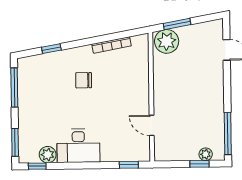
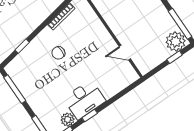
plant: (206, 154) -> (176, 42), width x1.87, depth x1.87
window: (129, 165) -> (90, 116), moved

